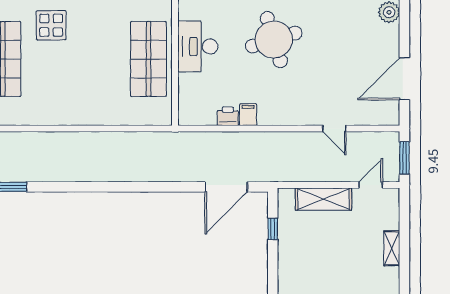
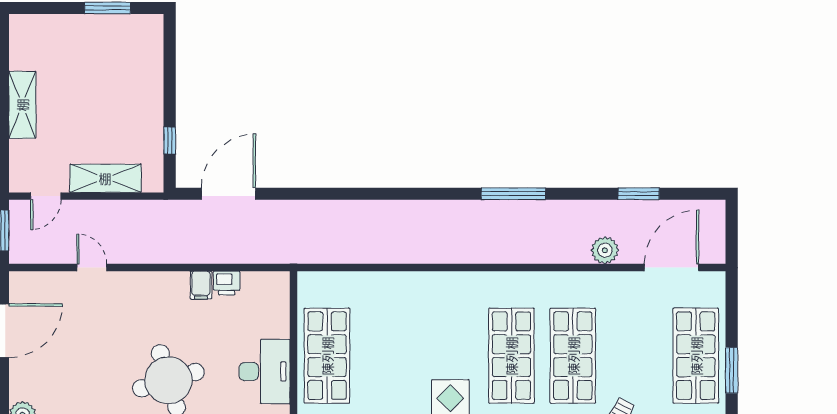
shelving: (392, 248) -> (22, 105), width x1.50, depth x1.33

